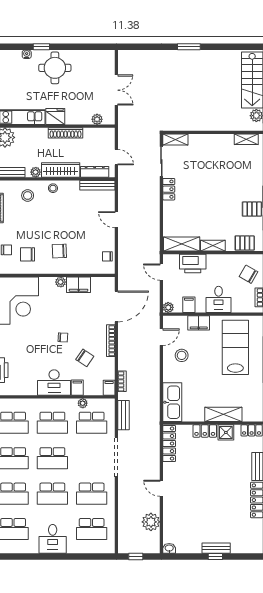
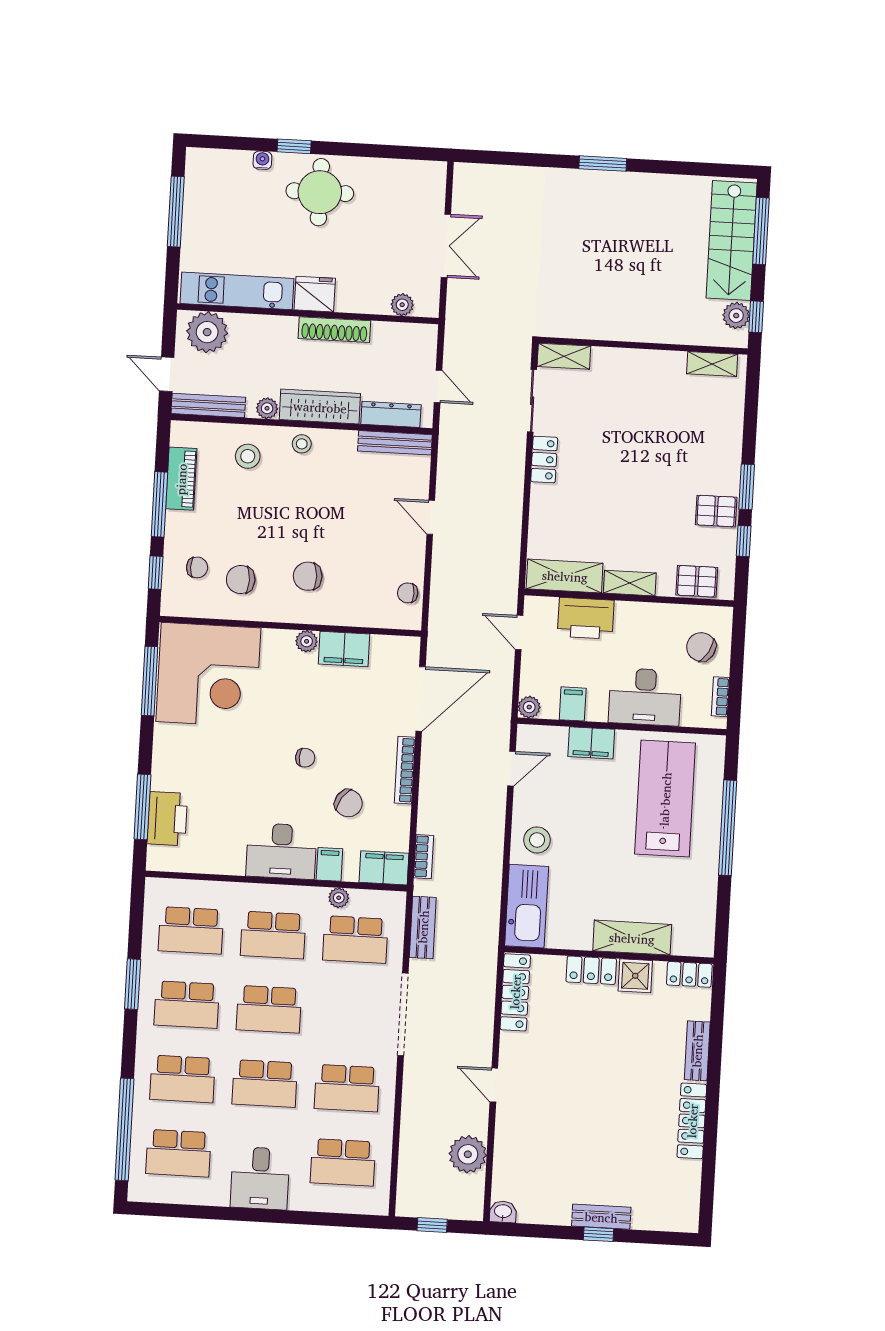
desk: (219, 299) -> (645, 697), width x1.37
stool: (182, 355) -> (537, 840), moved
filing cabinet: (109, 388) -> (384, 868), width x2.00

